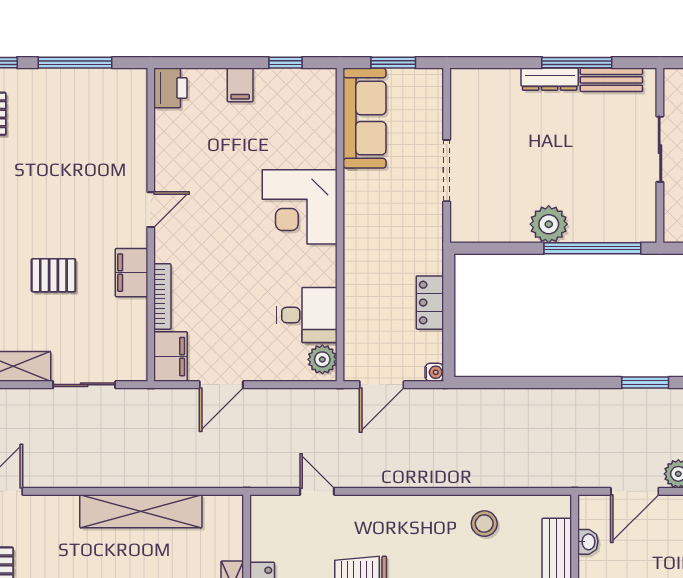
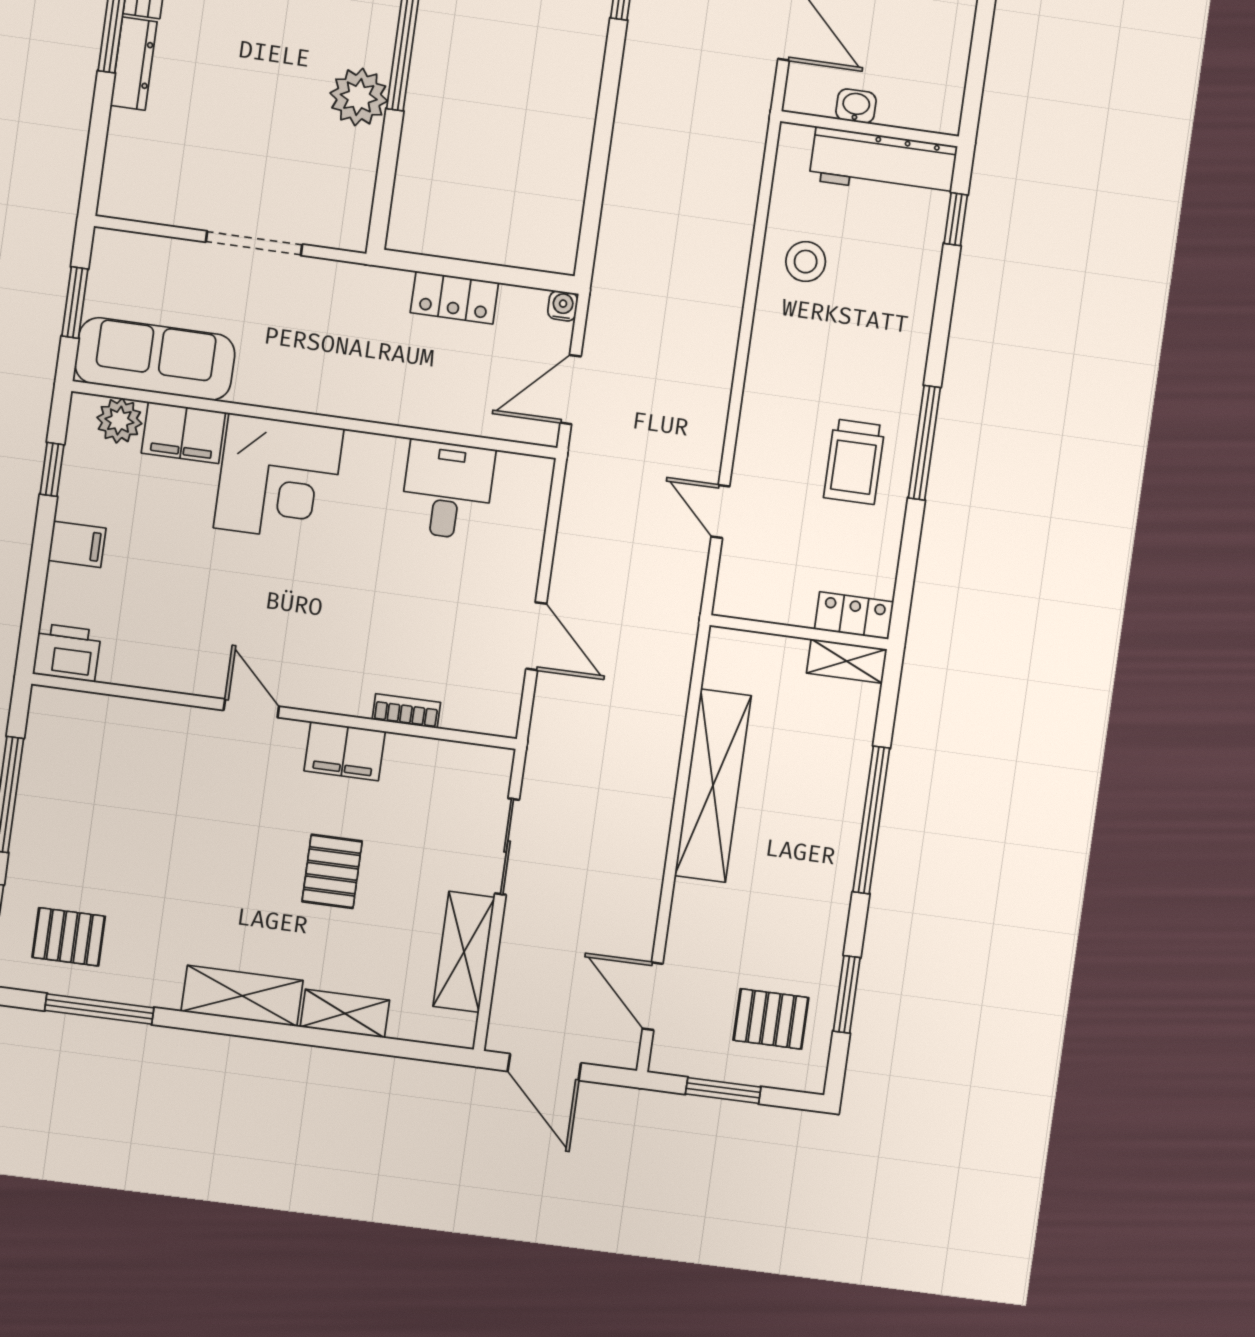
bookcase: (162, 297) -> (406, 711), width x0.64
filing cabinet: (171, 357) -> (183, 433), moved, turned 180
plant: (322, 359) -> (119, 421), moved
door: (382, 385) -> (571, 390), swing flipped
door: (317, 491) -> (720, 511), hinge flipped

